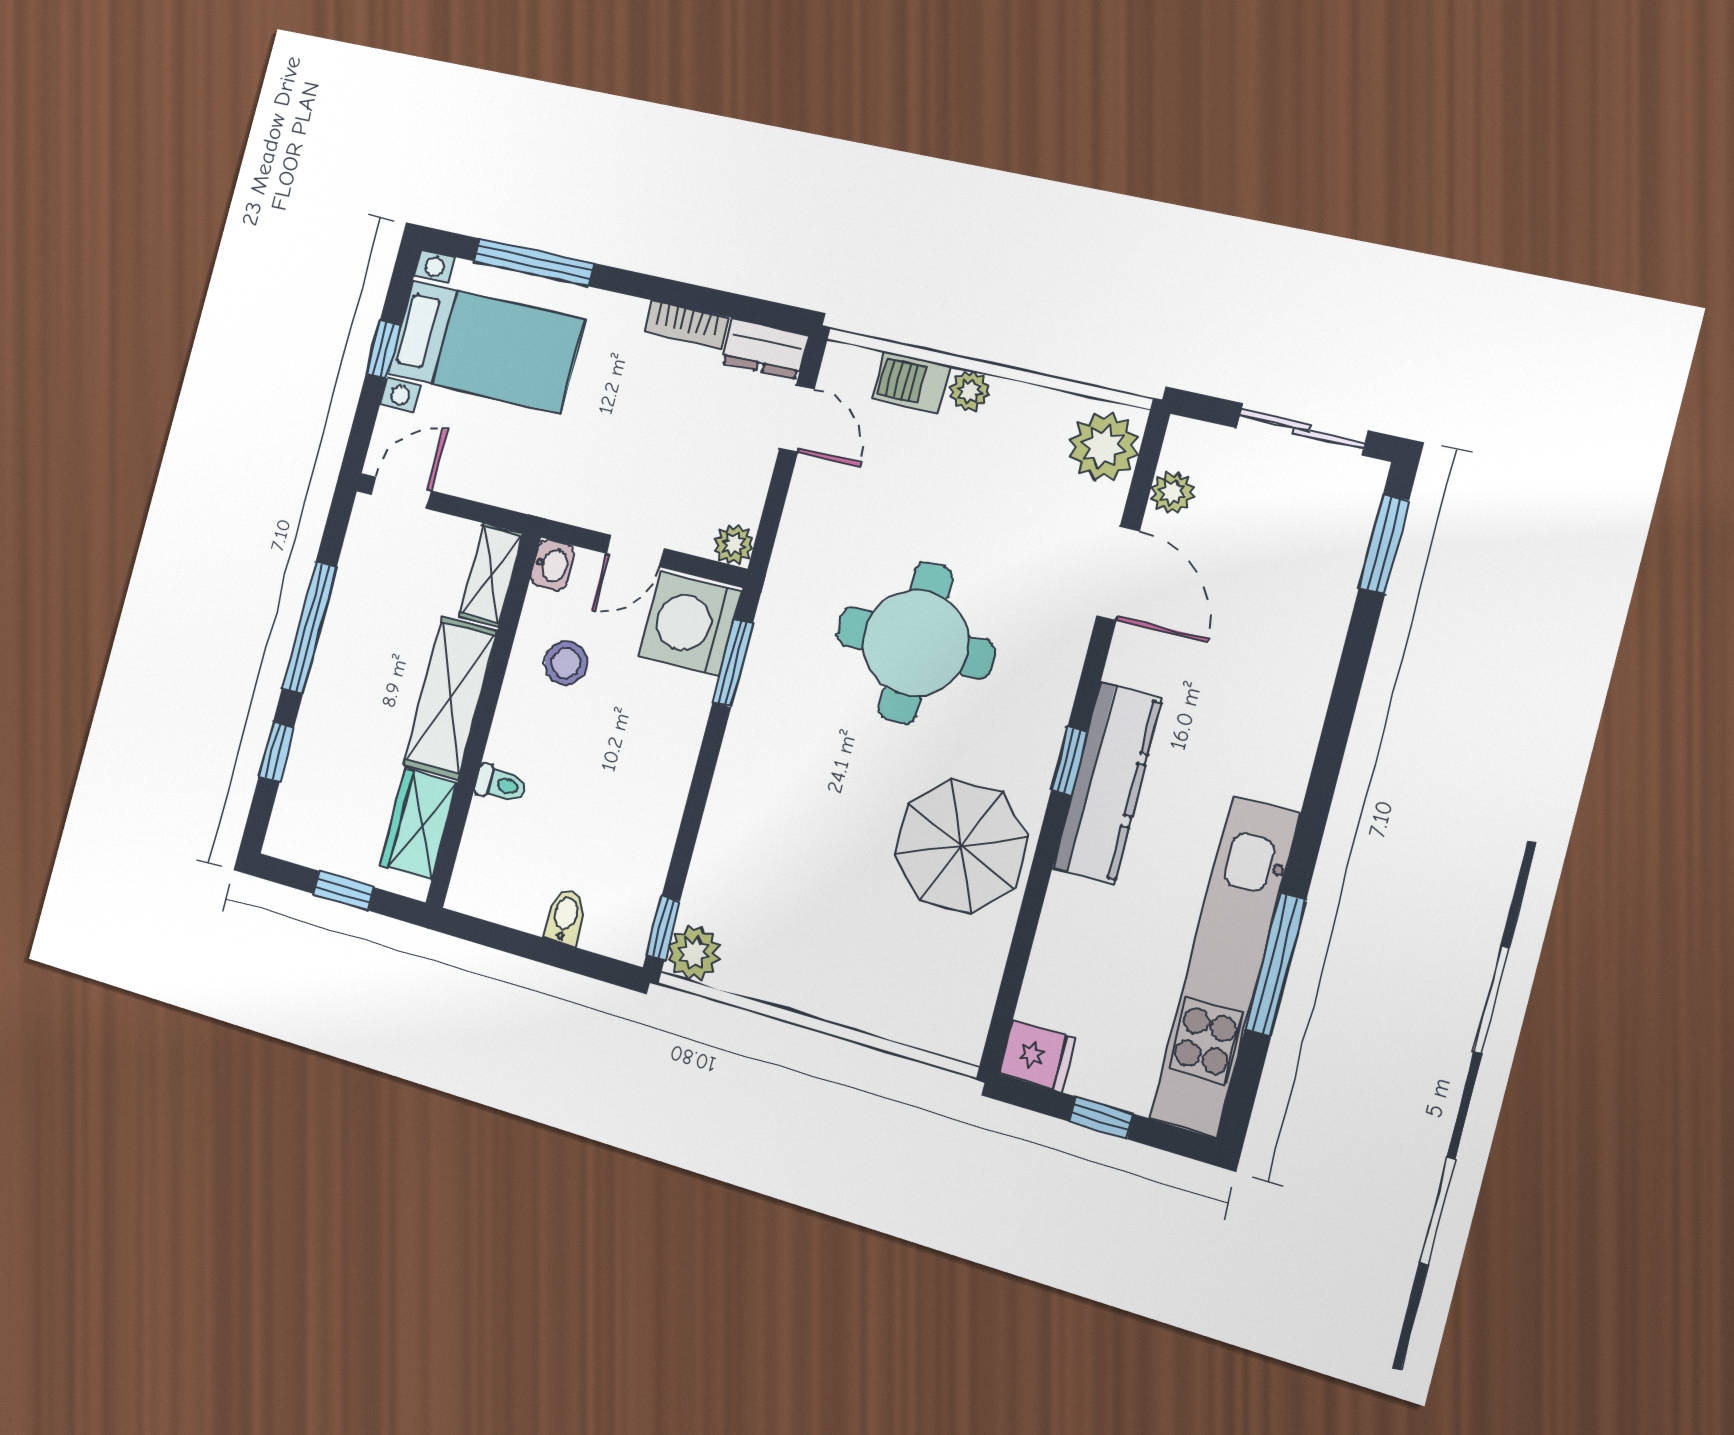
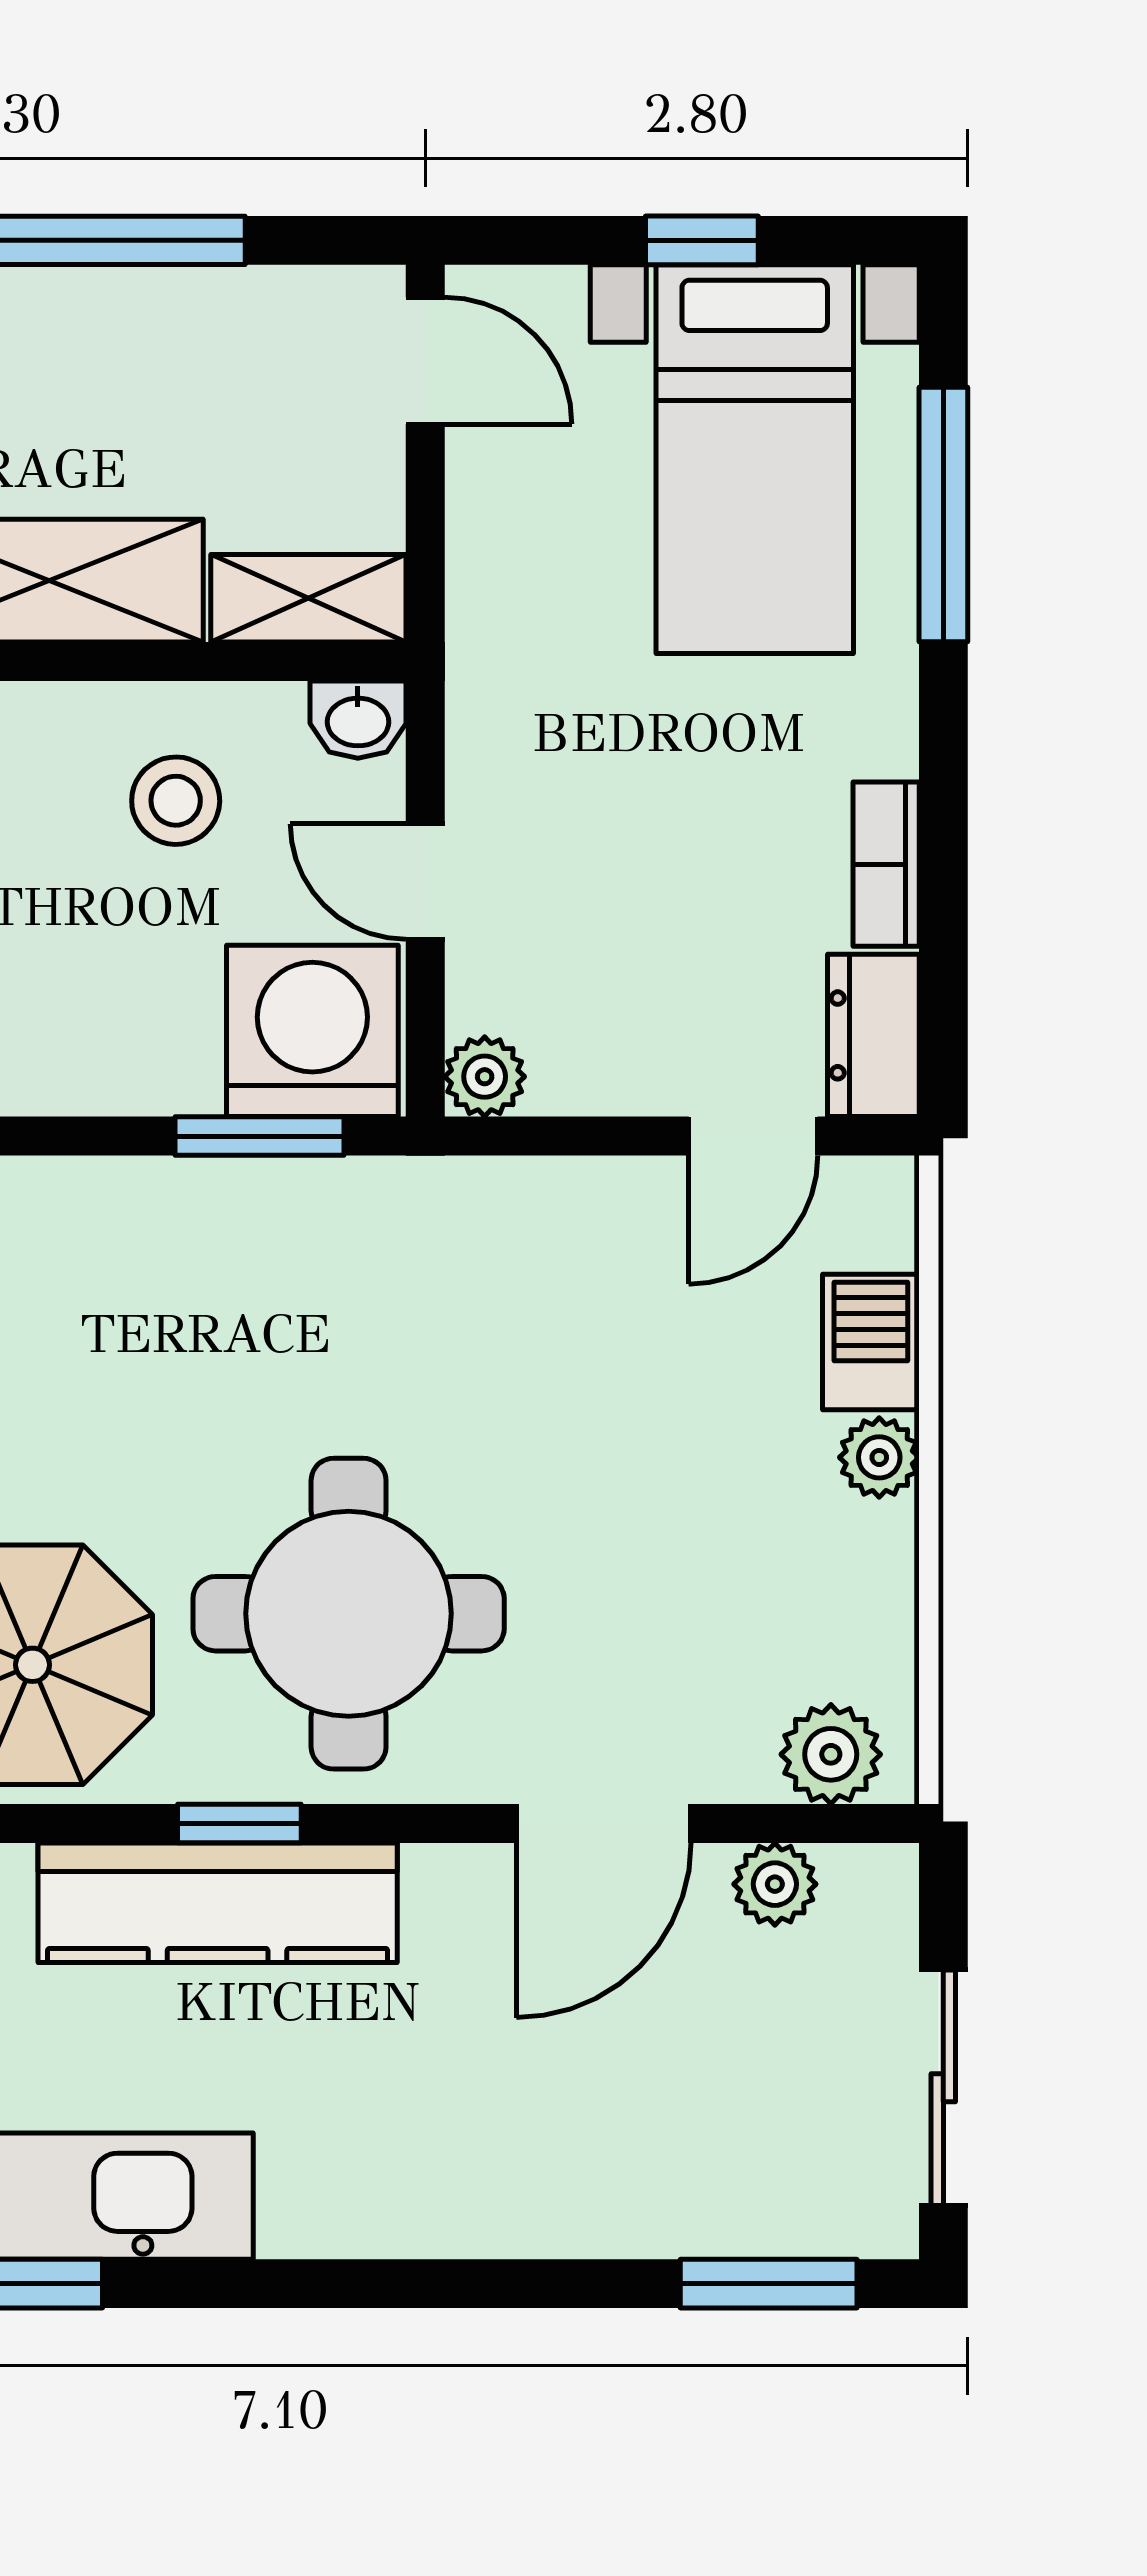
plant: (1104, 447) -> (831, 1754), width x0.73, depth x0.73
round table: (916, 643) -> (349, 1614), moved

